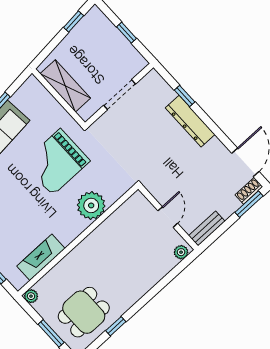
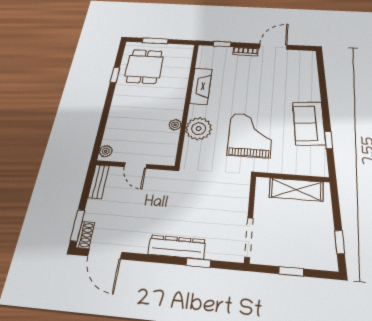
doorway: (120, 95) -> (249, 237), moved
fireplace: (41, 257) -> (201, 86), moved
plant: (31, 296) -> (175, 125), moved

